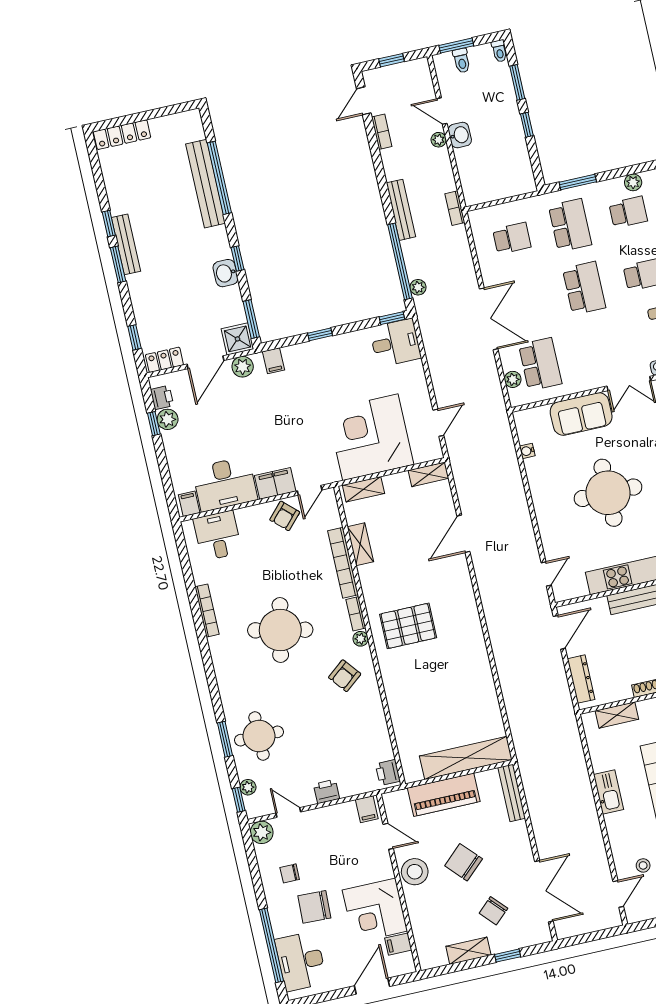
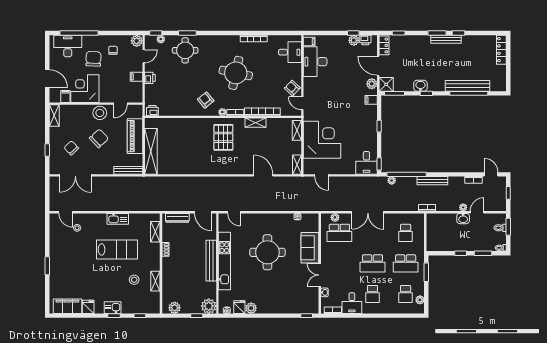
filing cabinet: (275, 483) -> (310, 87), removed
shelving: (360, 544) -> (255, 123), moved
filing cabinet: (367, 809) -> (136, 77), moved
shelving: (468, 951) -> (54, 115), moved

